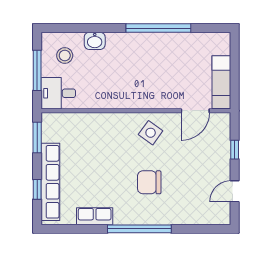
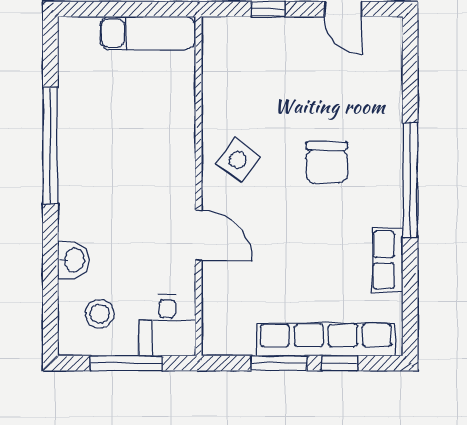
door: (195, 111) -> (199, 235), moved
window: (37, 138) -> (279, 363), moved

